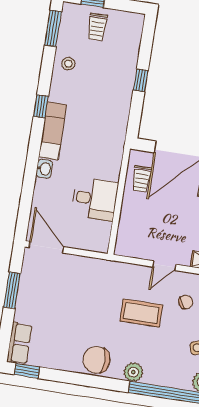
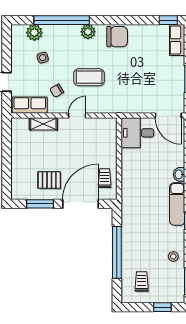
trolley: (97, 27) -> (142, 282), moved
window: (141, 80) -> (117, 252), width x3.17
desk: (95, 199) -> (137, 133), moved

